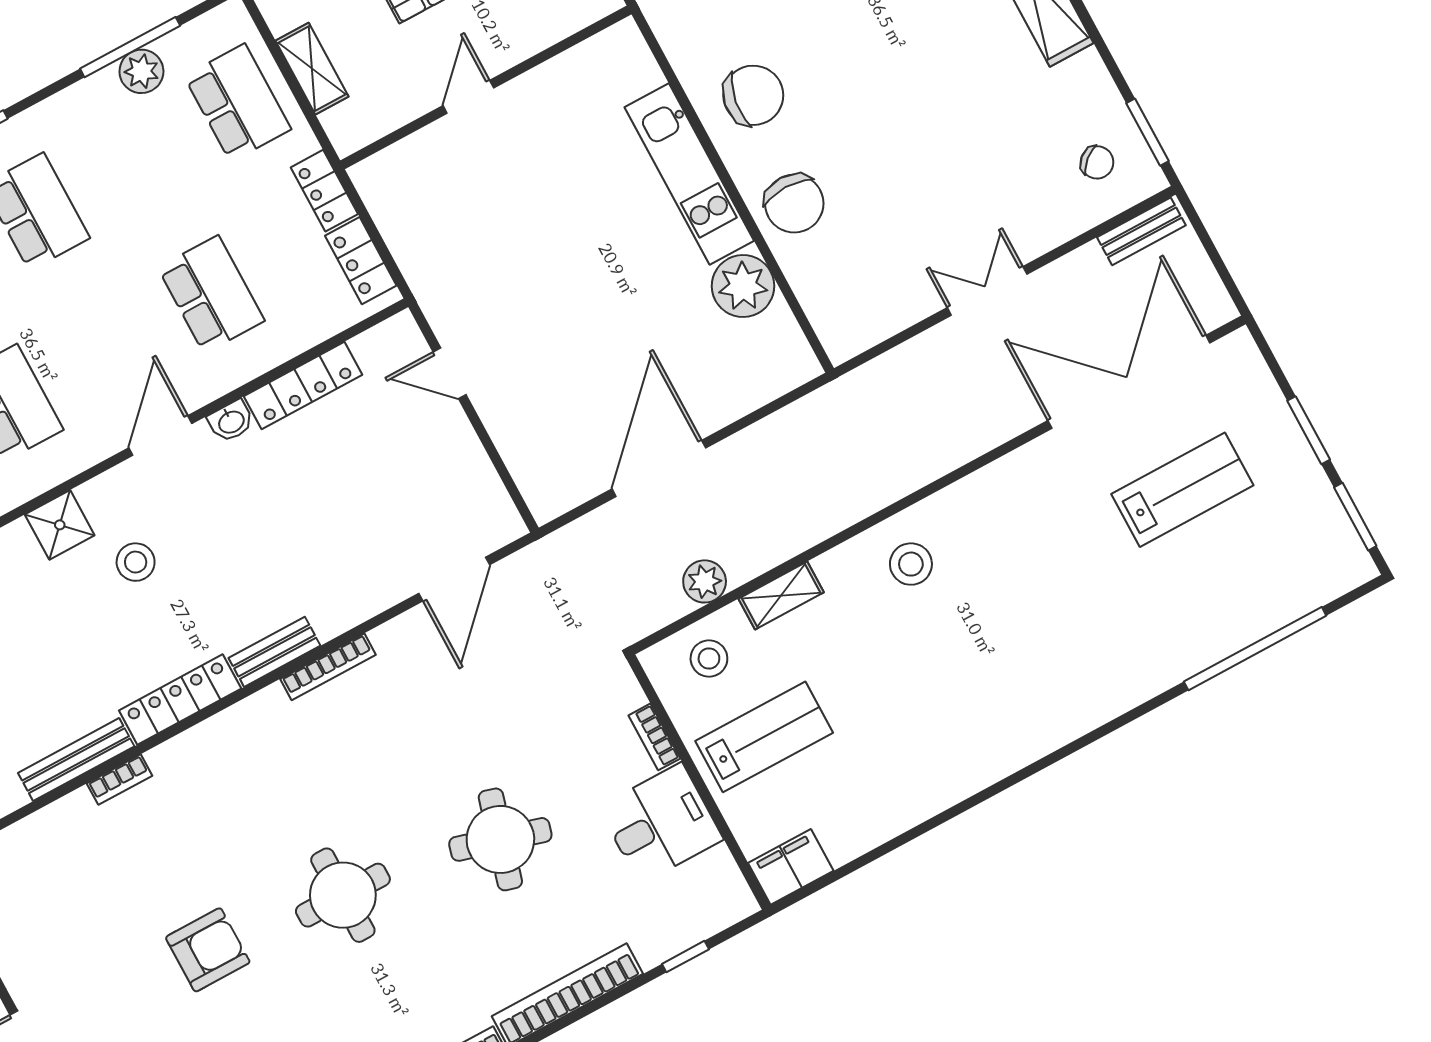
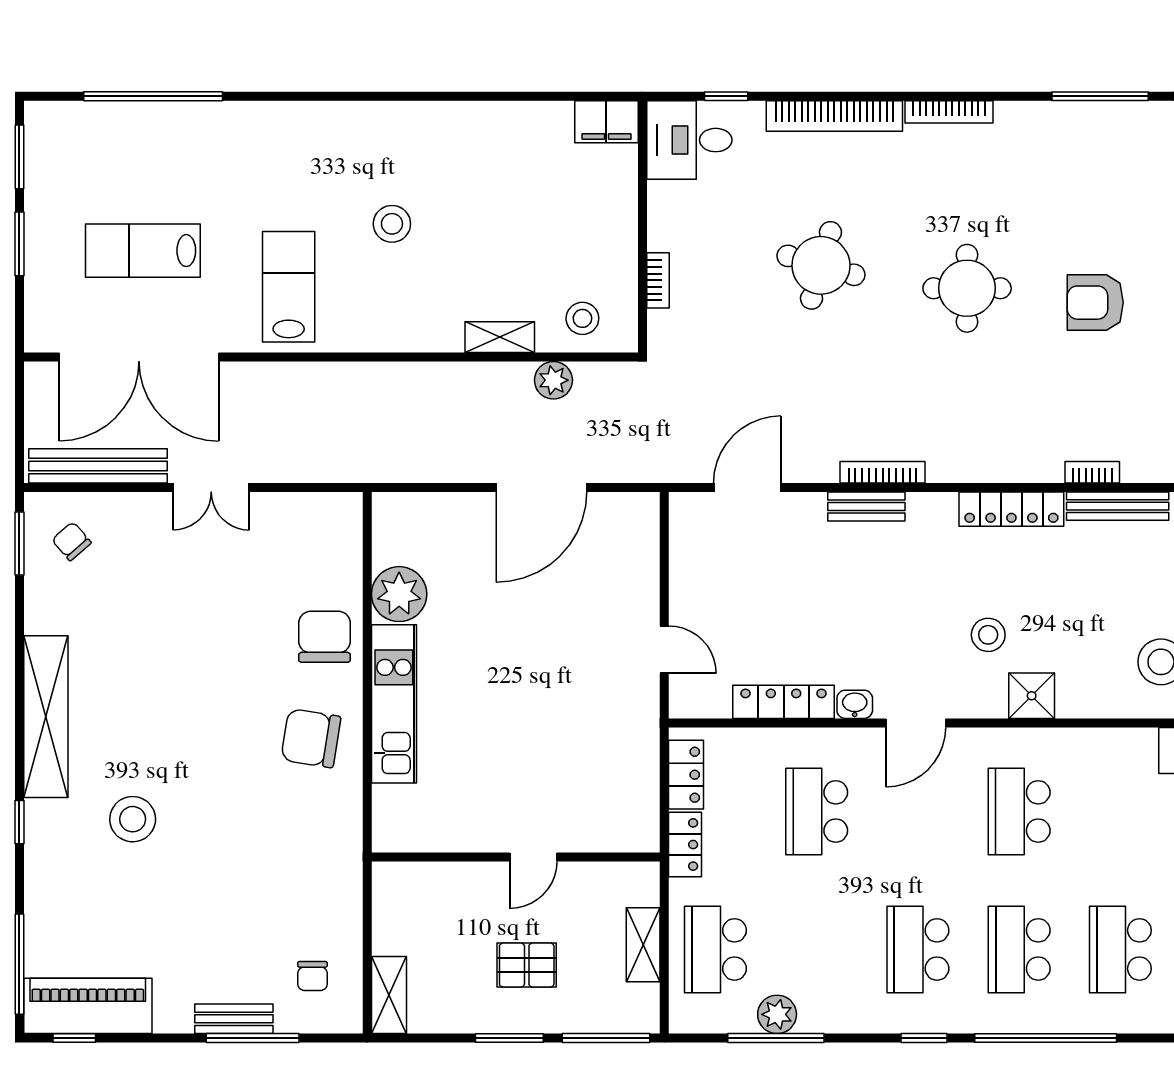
bench: (1141, 231) -> (98, 466), width x1.86, depth x1.21
stool: (911, 564) -> (392, 224), moved
bench: (275, 652) -> (866, 507), moved
lab bench: (764, 737) -> (289, 287), moved, turned 90
desk: (661, 823) -> (689, 140), moved

